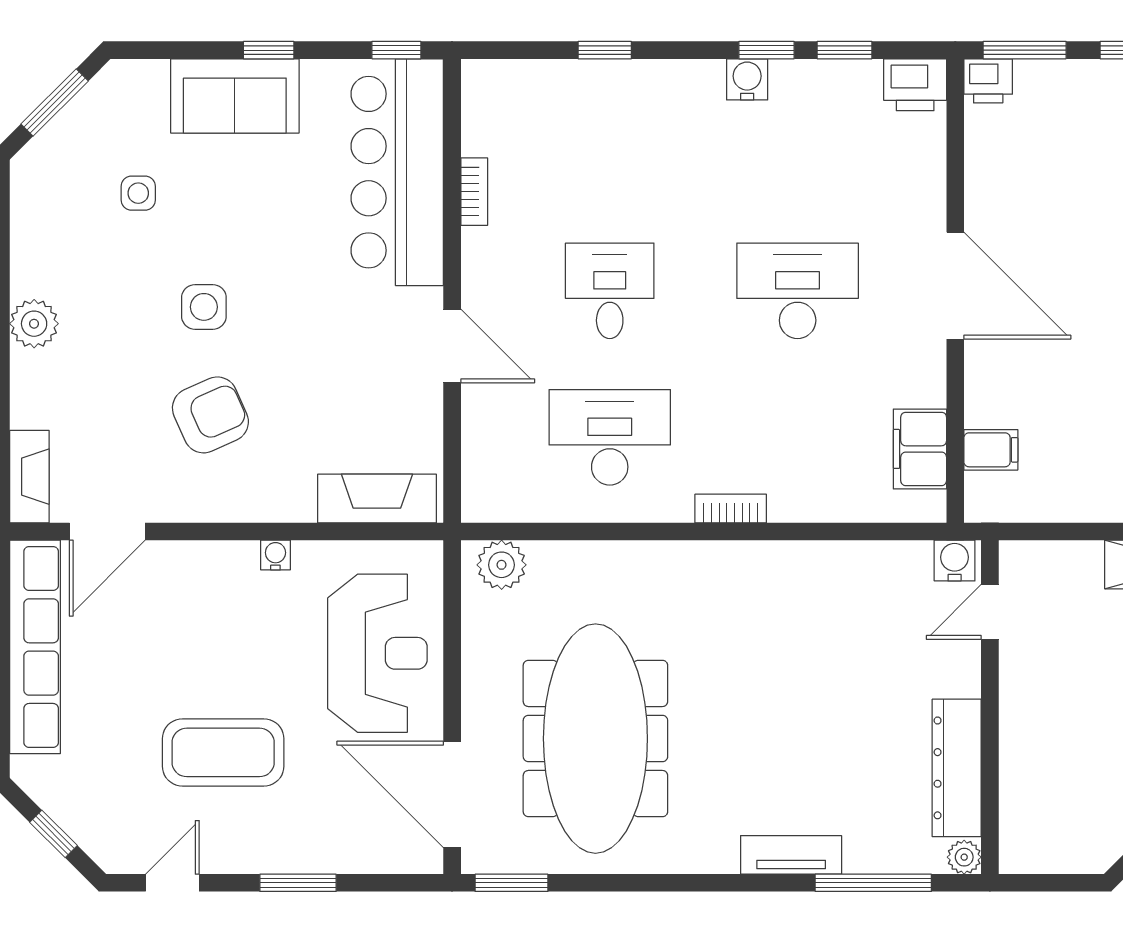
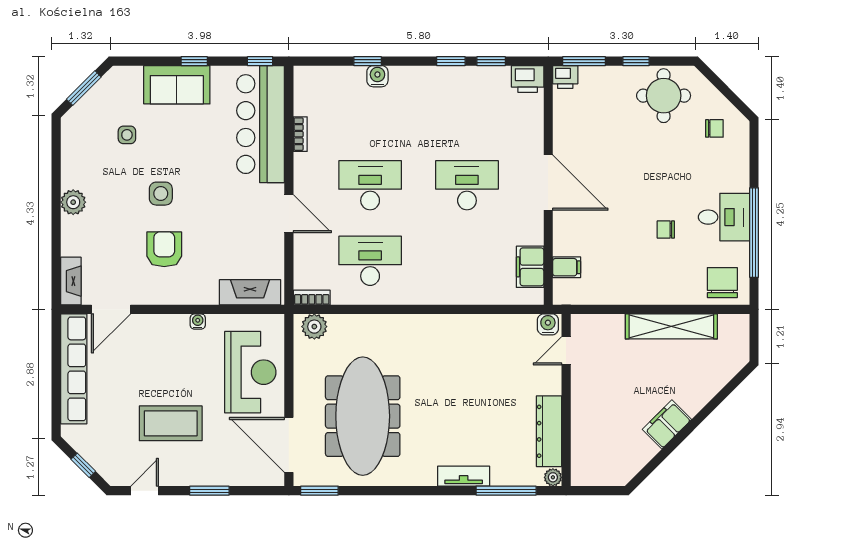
water cooler: (747, 79) -> (377, 76), moved
desk: (610, 291) -> (370, 185), width x1.37
armchair: (210, 415) -> (164, 249), turned -66
bookcase: (731, 509) -> (312, 298), moved

